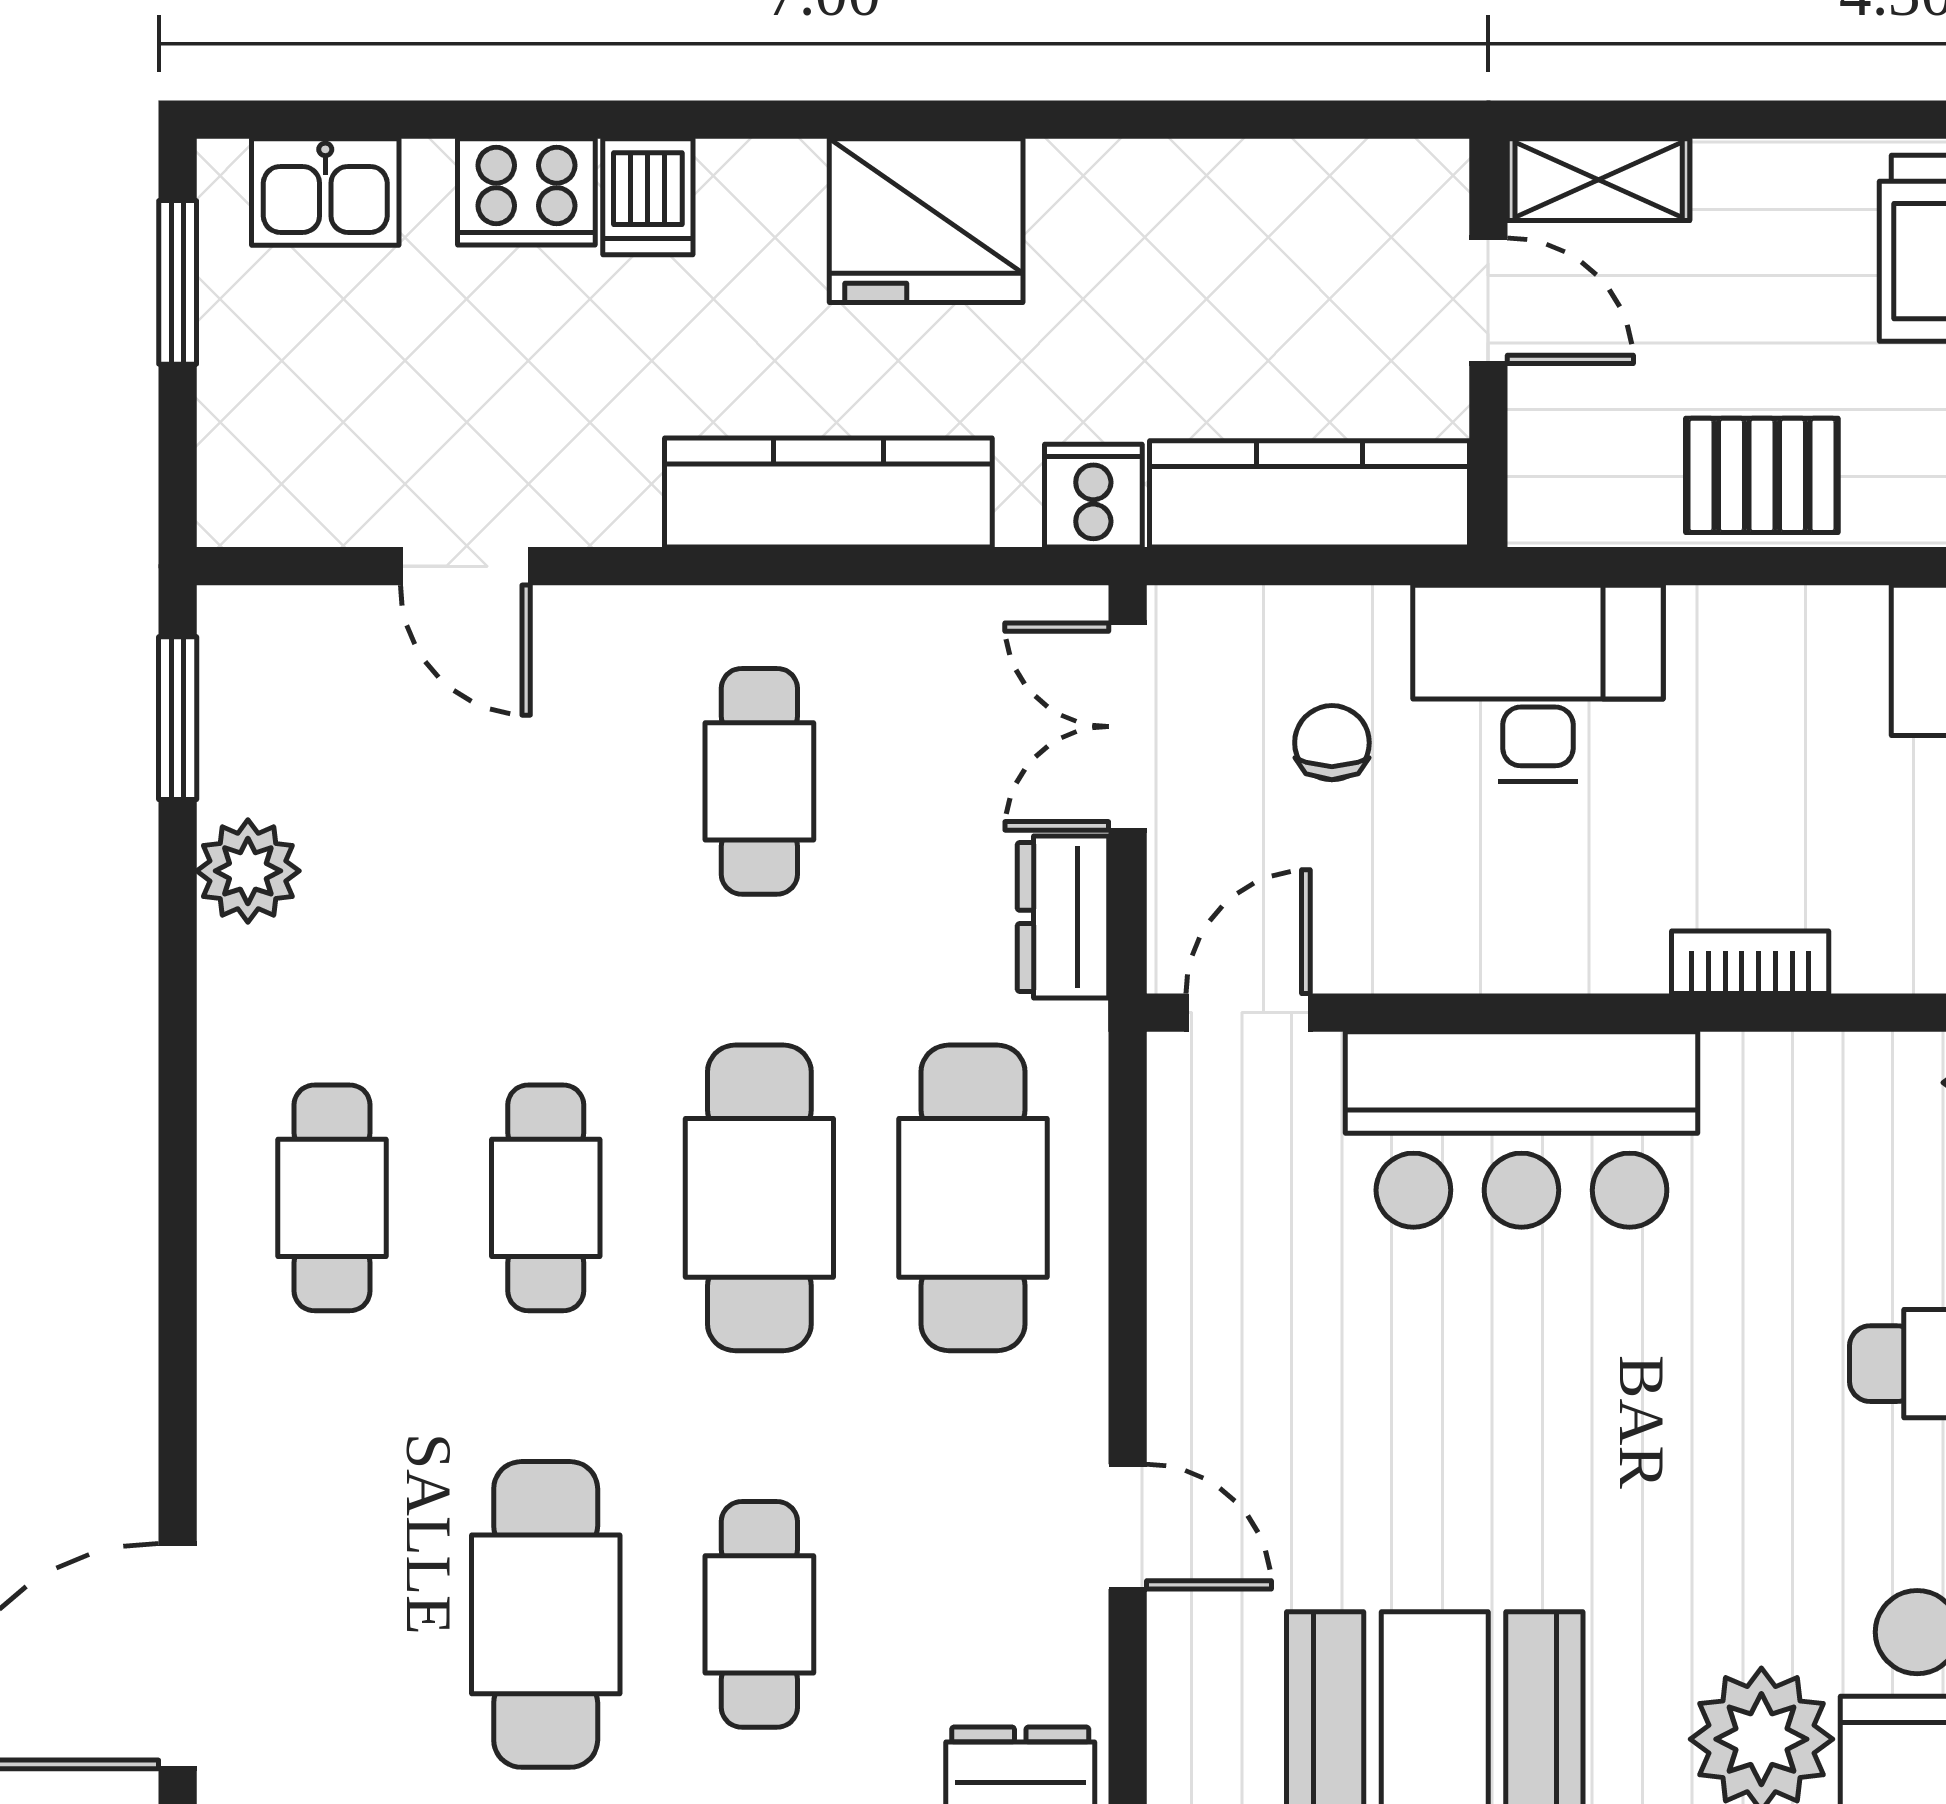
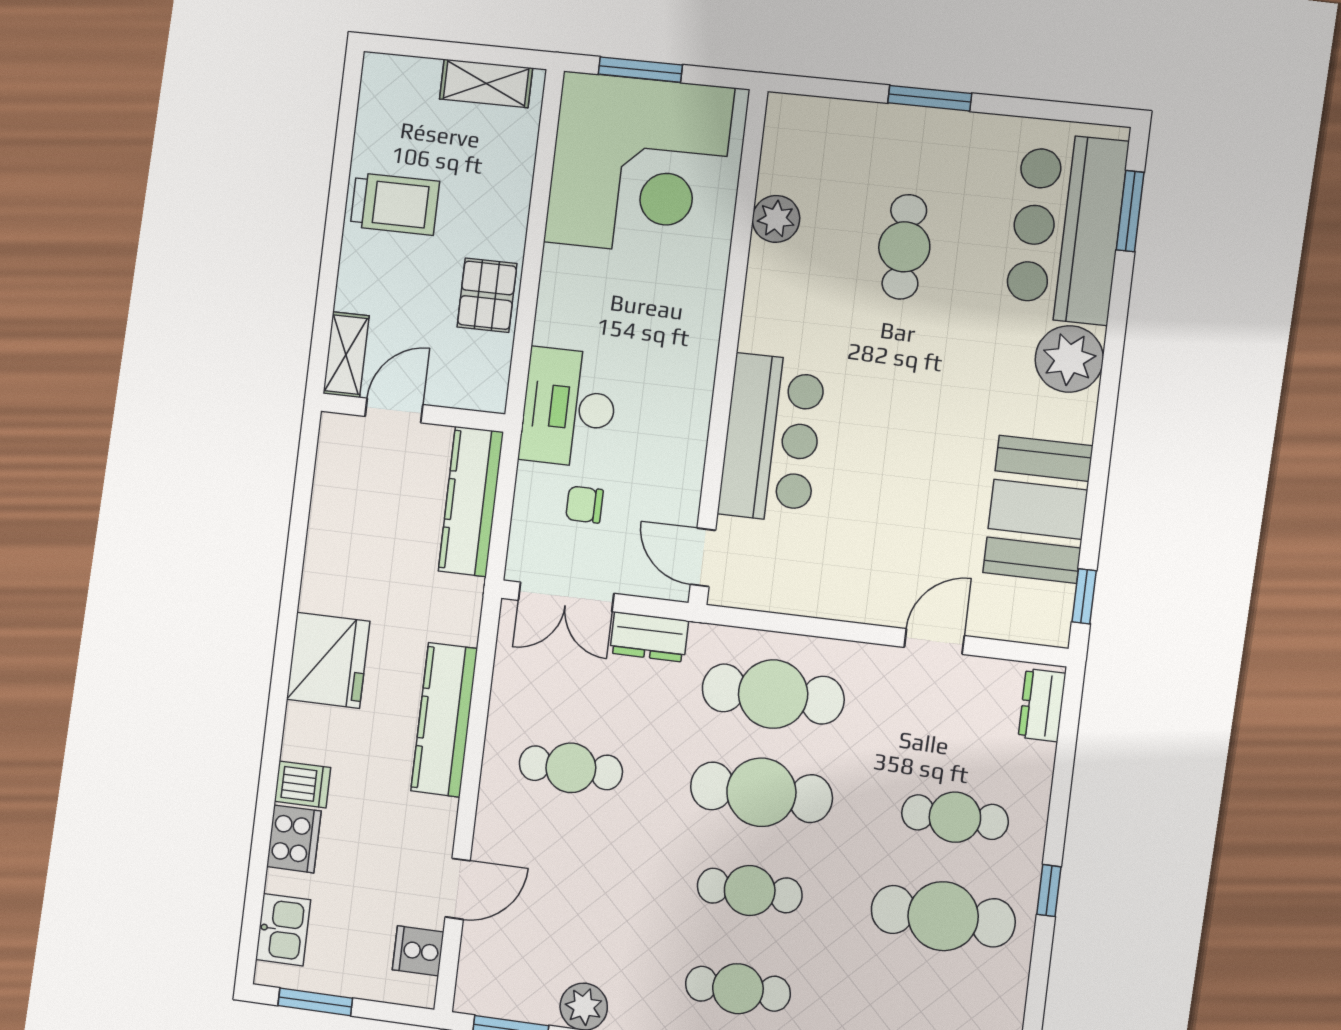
cooker: (1093, 496) -> (418, 951), moved
bookcase: (1750, 962) -> (707, 325), removed

